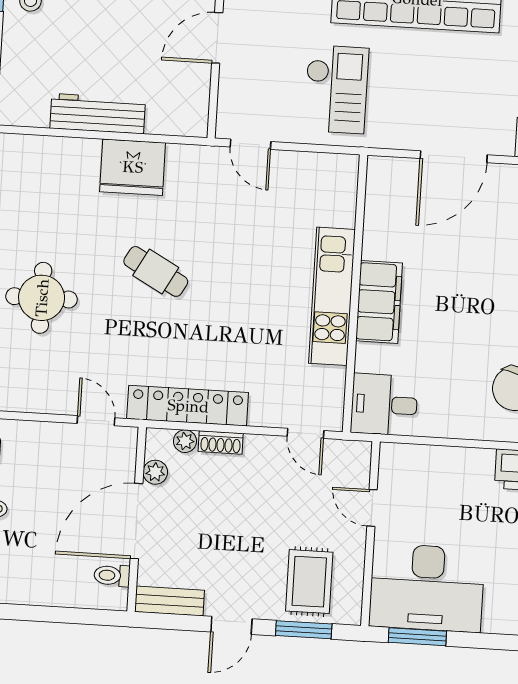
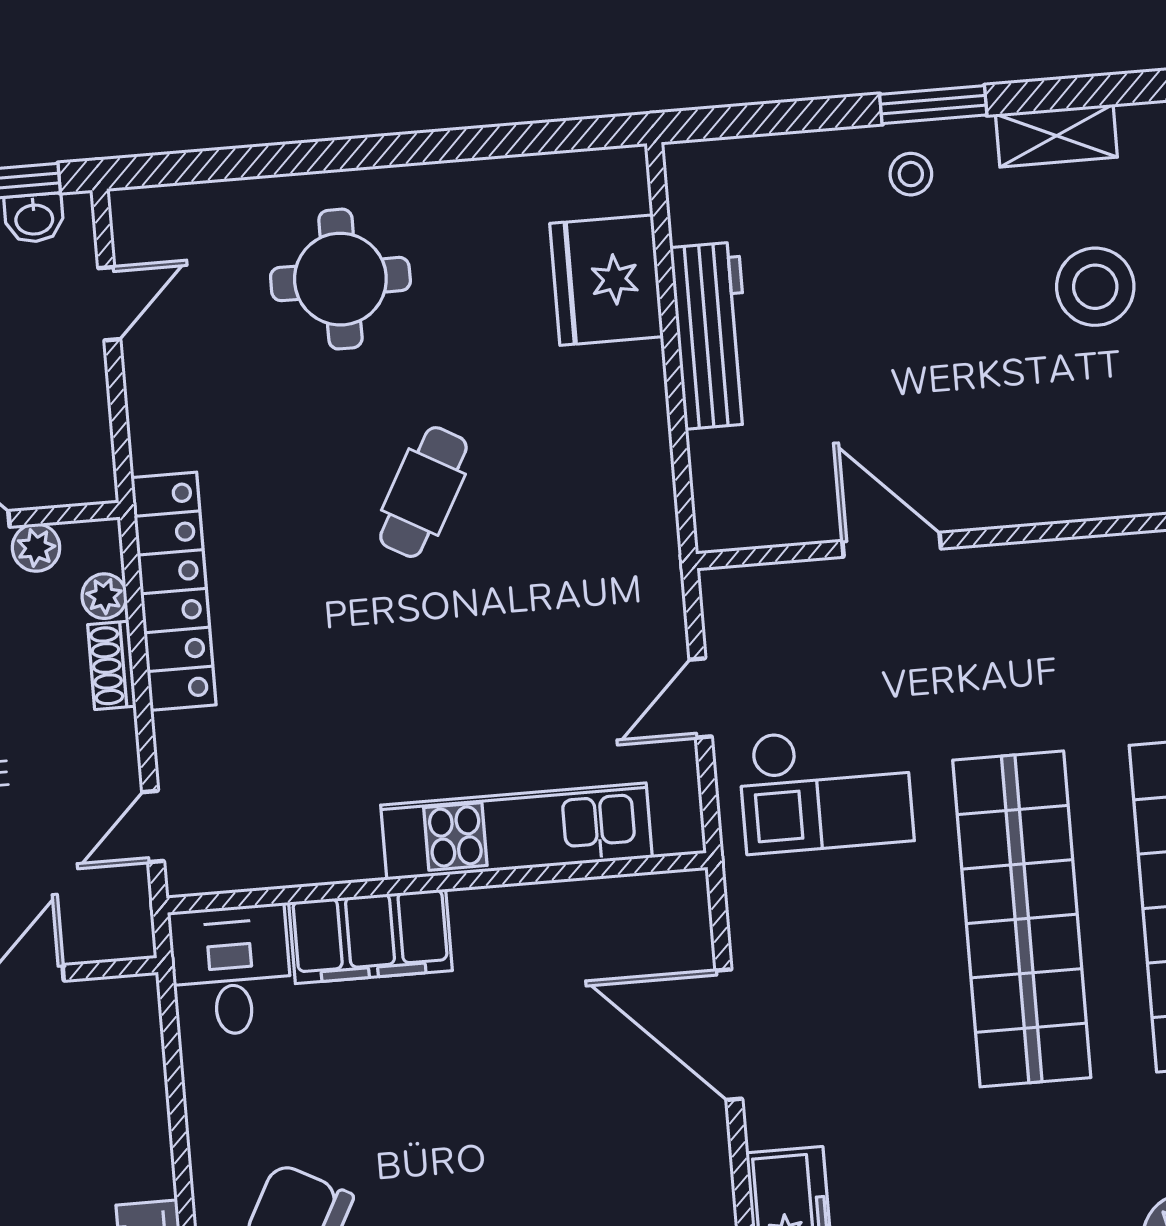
door: (250, 144) -> (701, 698), moved
fridge: (133, 167) -> (606, 280), moved
kitchen unit: (332, 296) -> (516, 831), moved
filing cabinet: (379, 302) -> (370, 936), moved
door: (96, 421) -> (109, 304), moved

